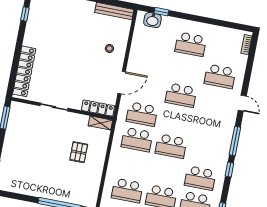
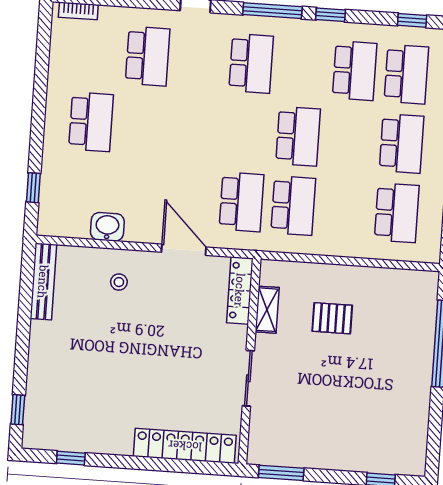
washbasin: (152, 20) -> (107, 227), moved, turned -90
school desk: (181, 95) -> (251, 63), moved
shelving: (100, 123) -> (267, 310), moved

